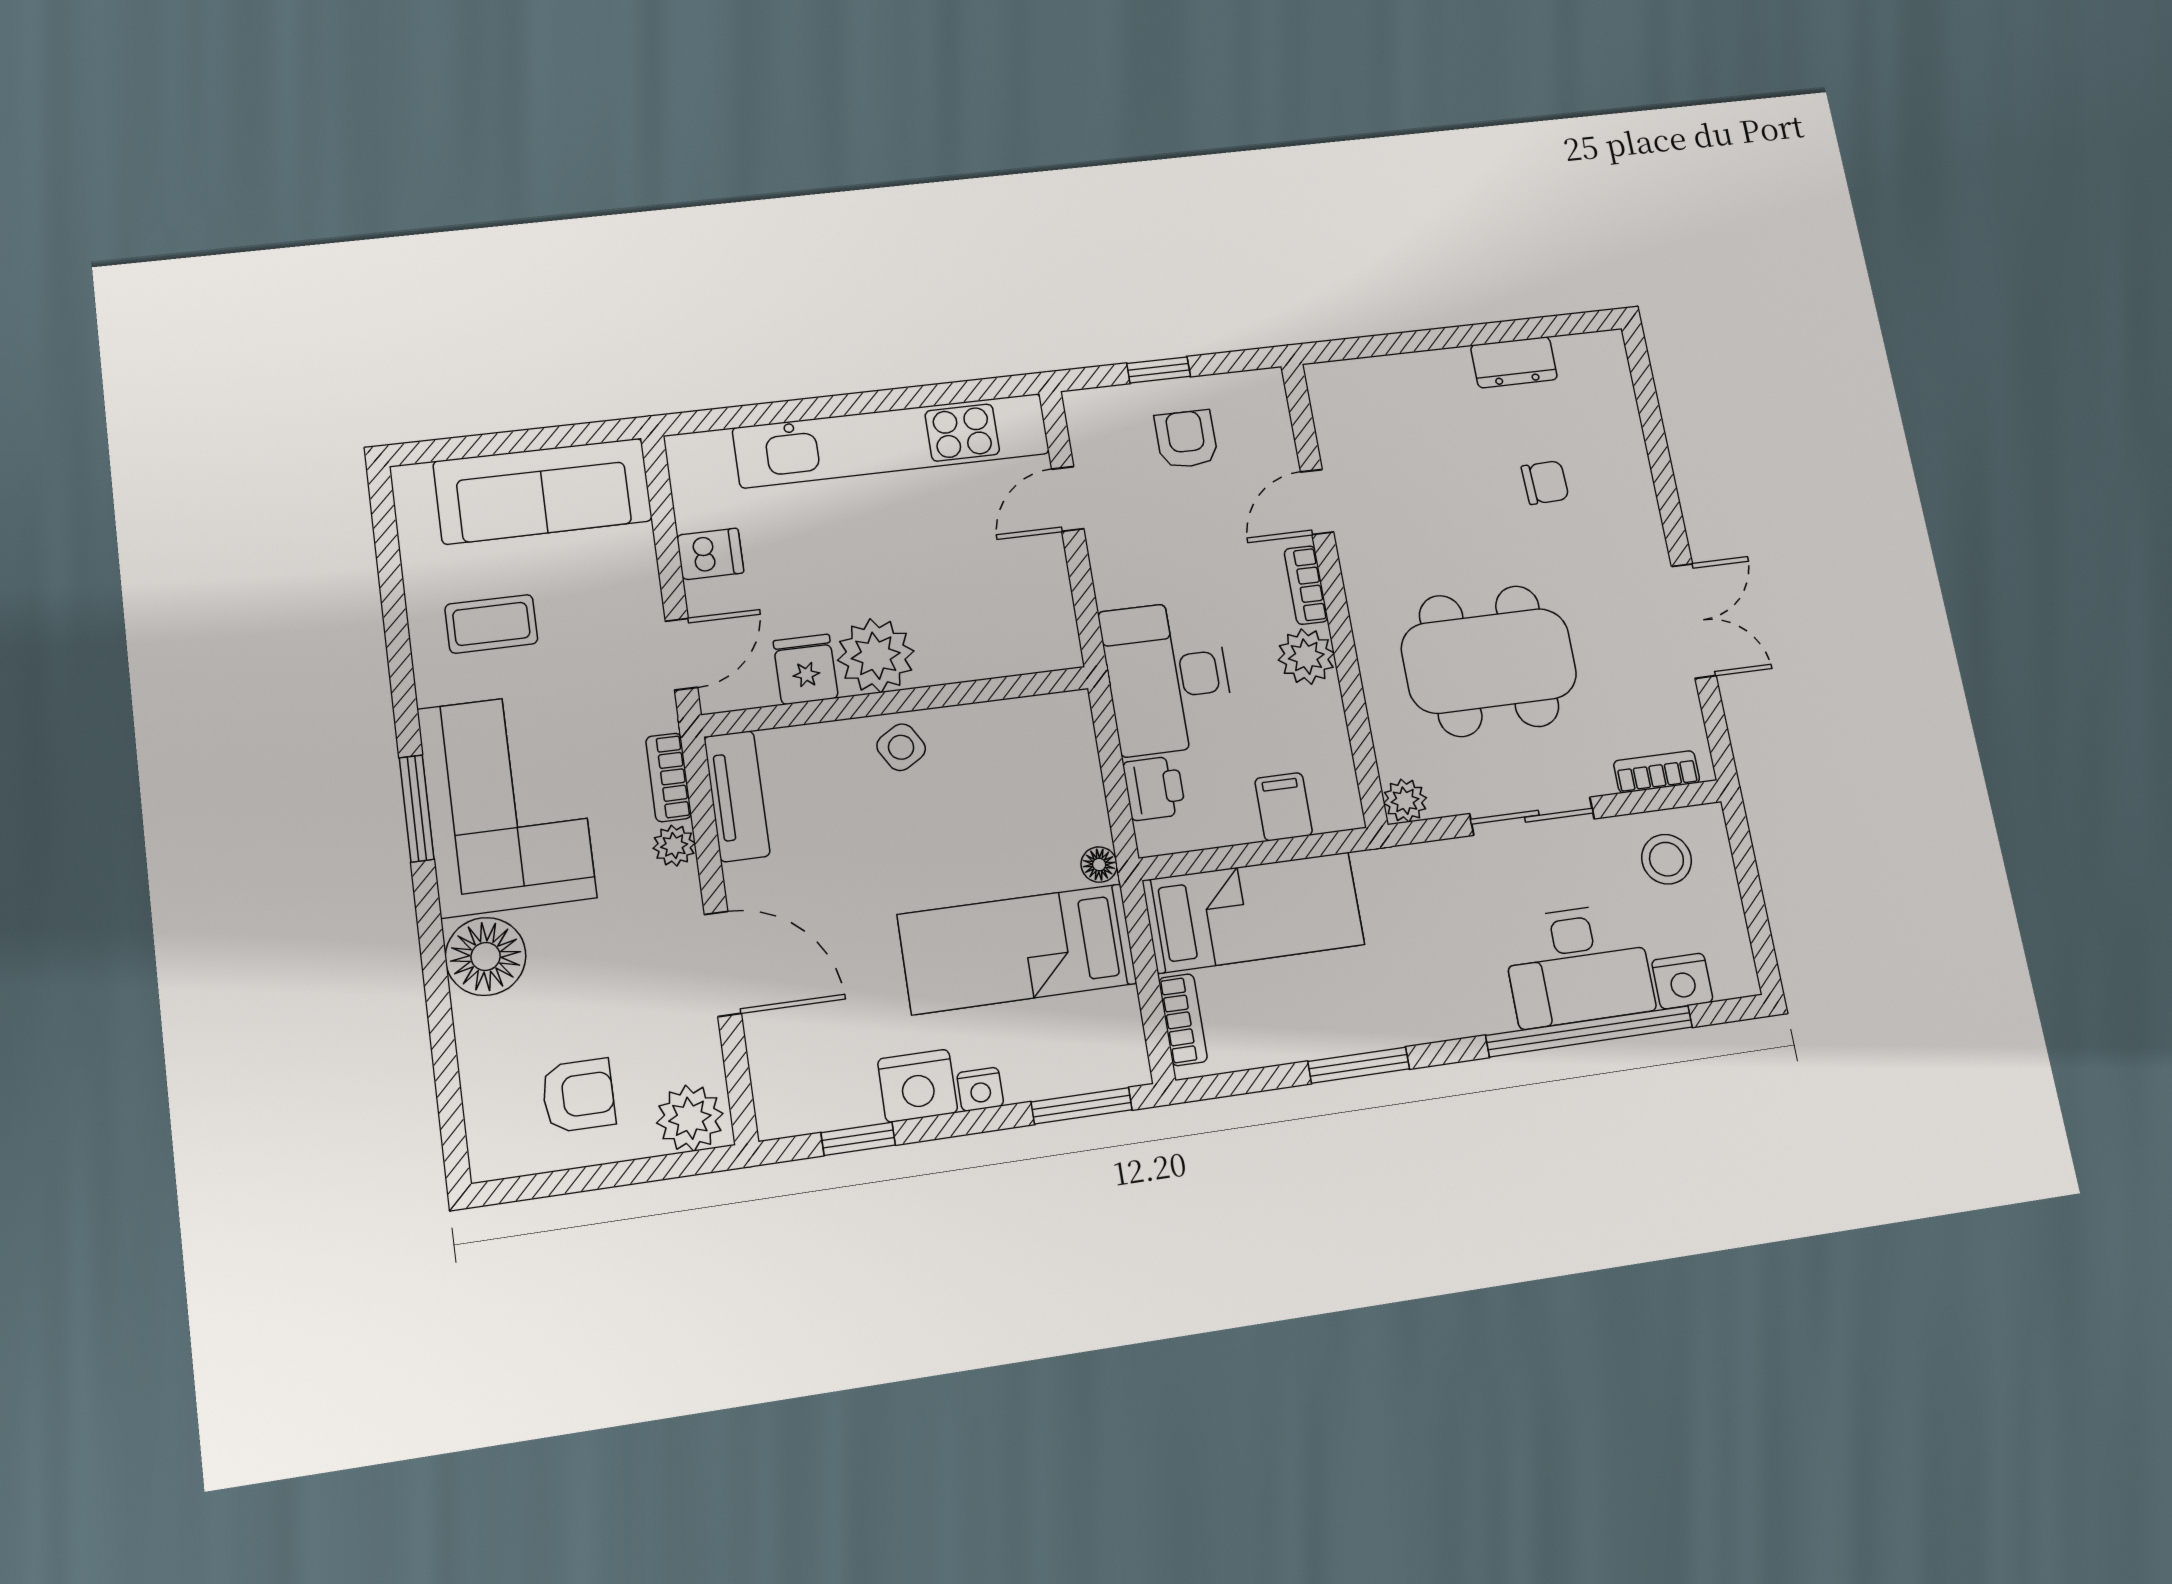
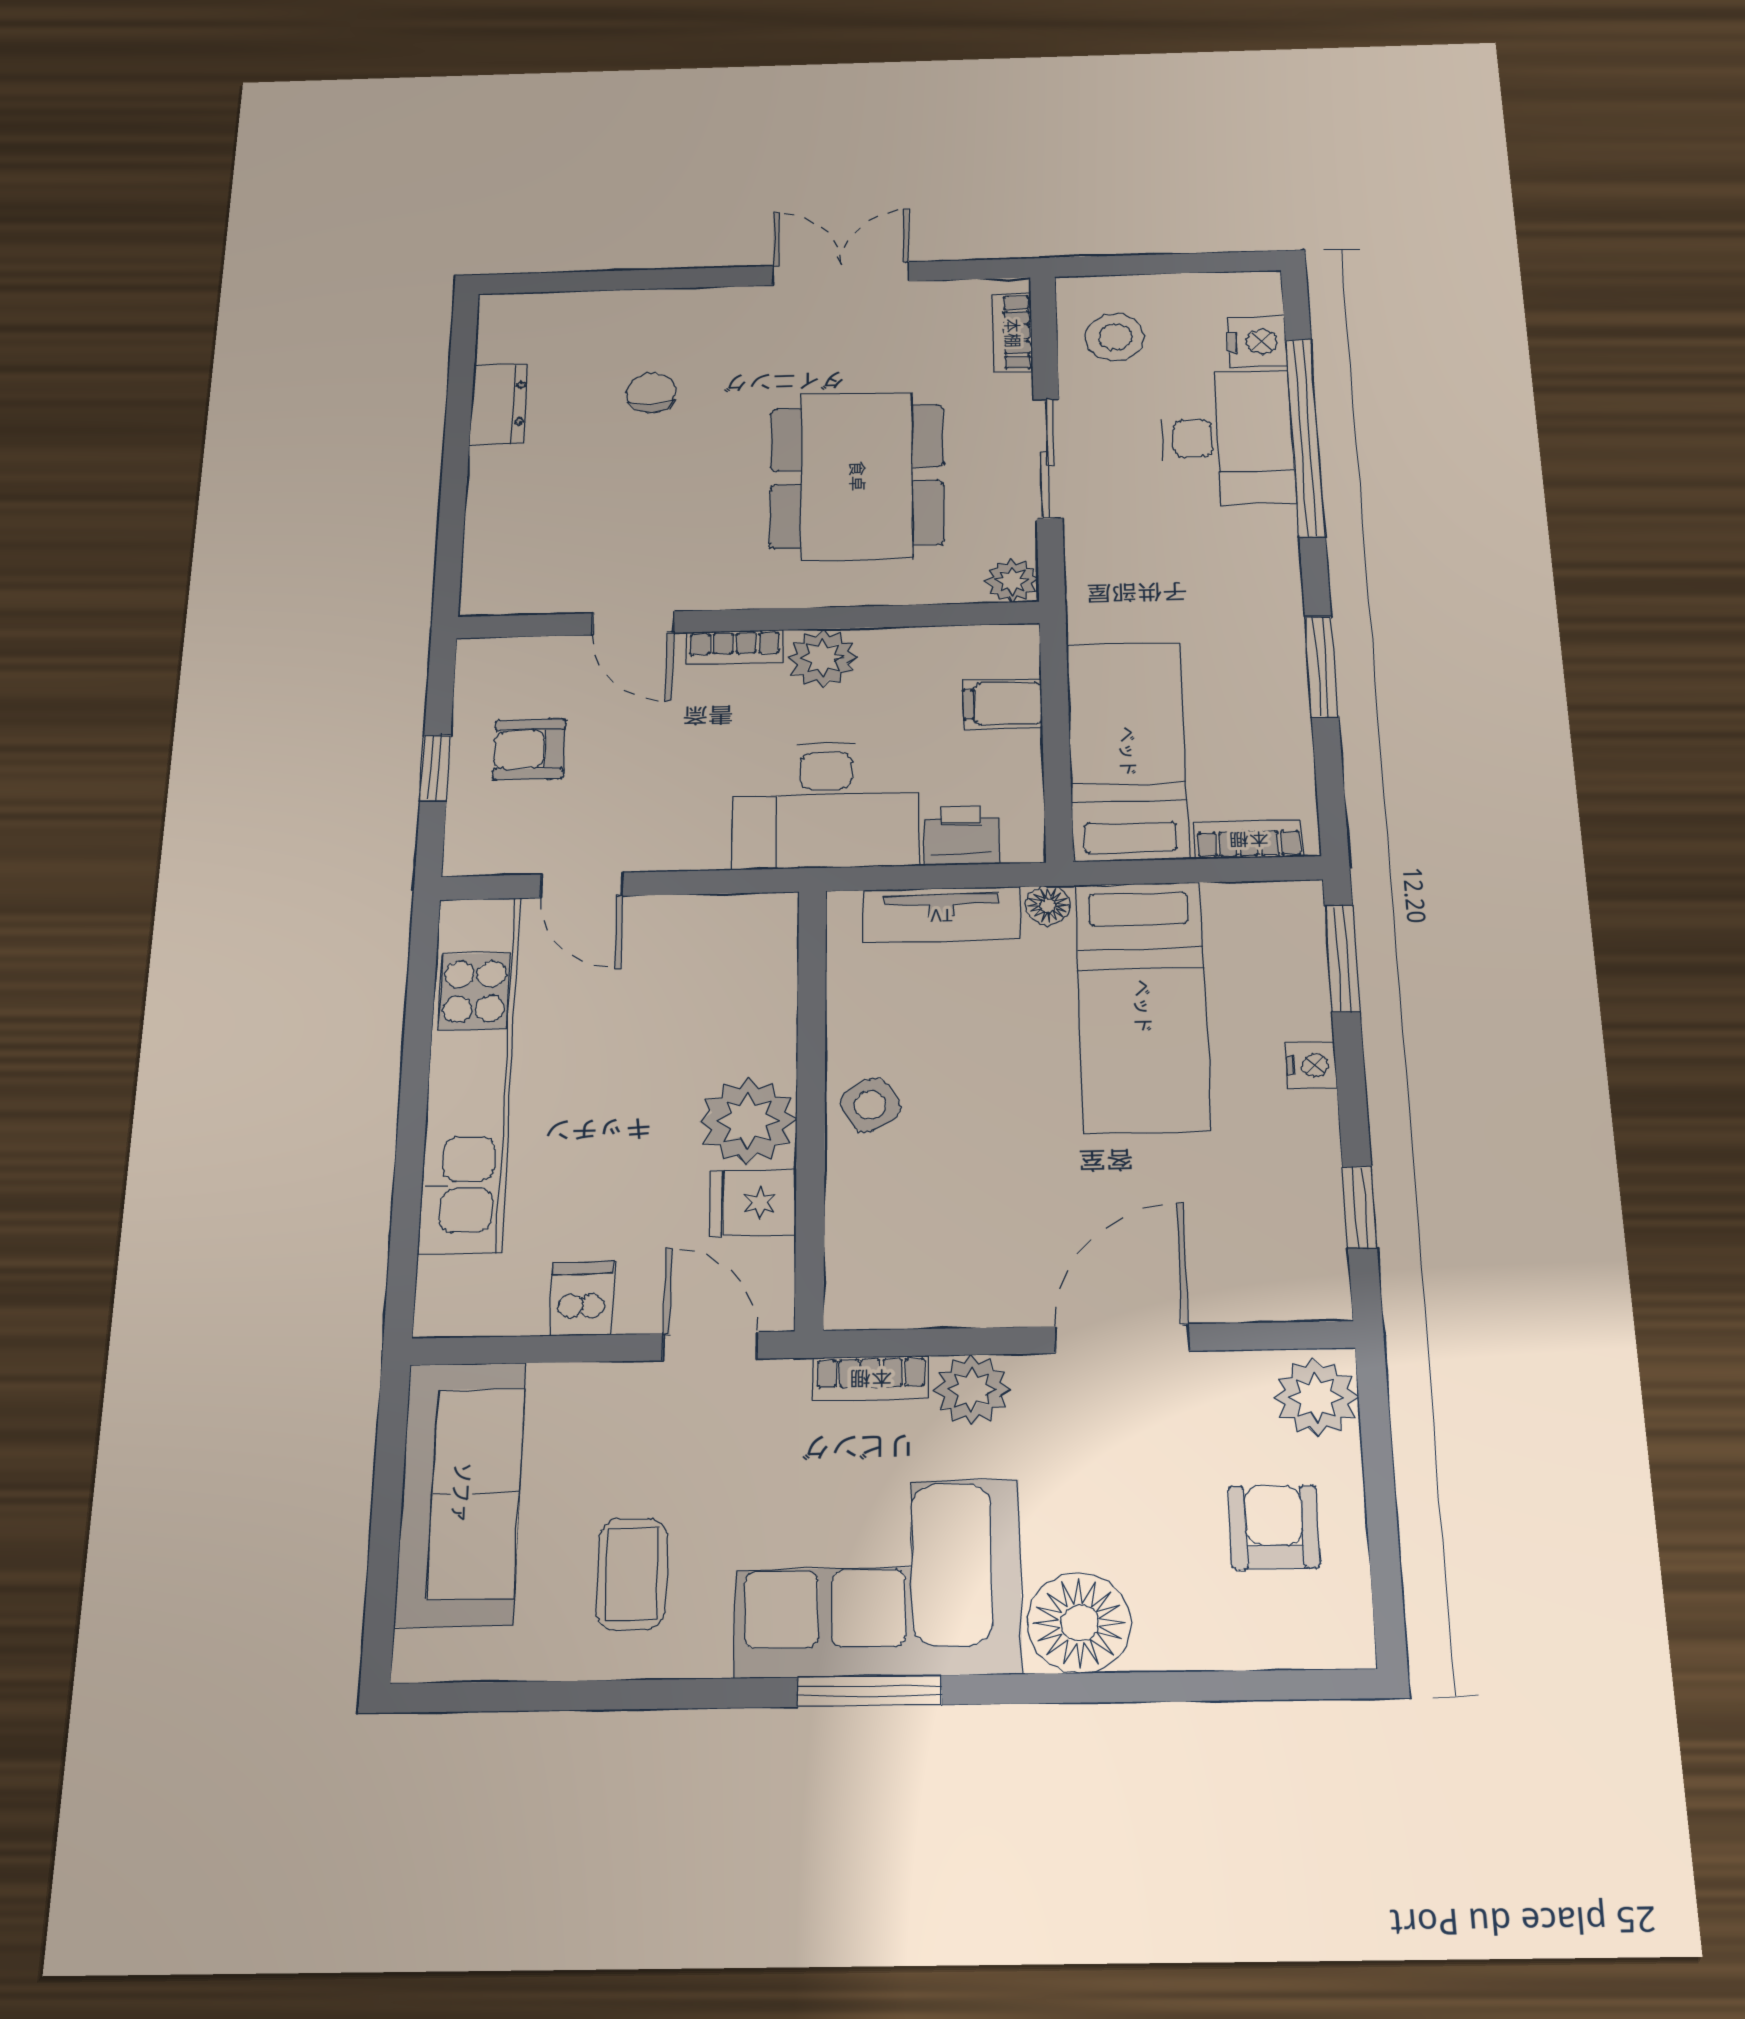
tv unit: (737, 796) -> (941, 915), moved, turned 180
plant: (674, 846) -> (972, 1390), width x1.38, depth x1.38
nightstand: (918, 1086) -> (1300, 1134), removed

